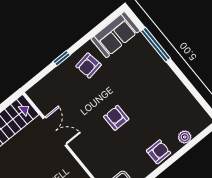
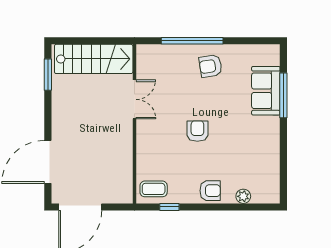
sofa: (115, 35) -> (266, 91), moved, turned 90
window: (62, 58) -> (192, 41), width x3.17

